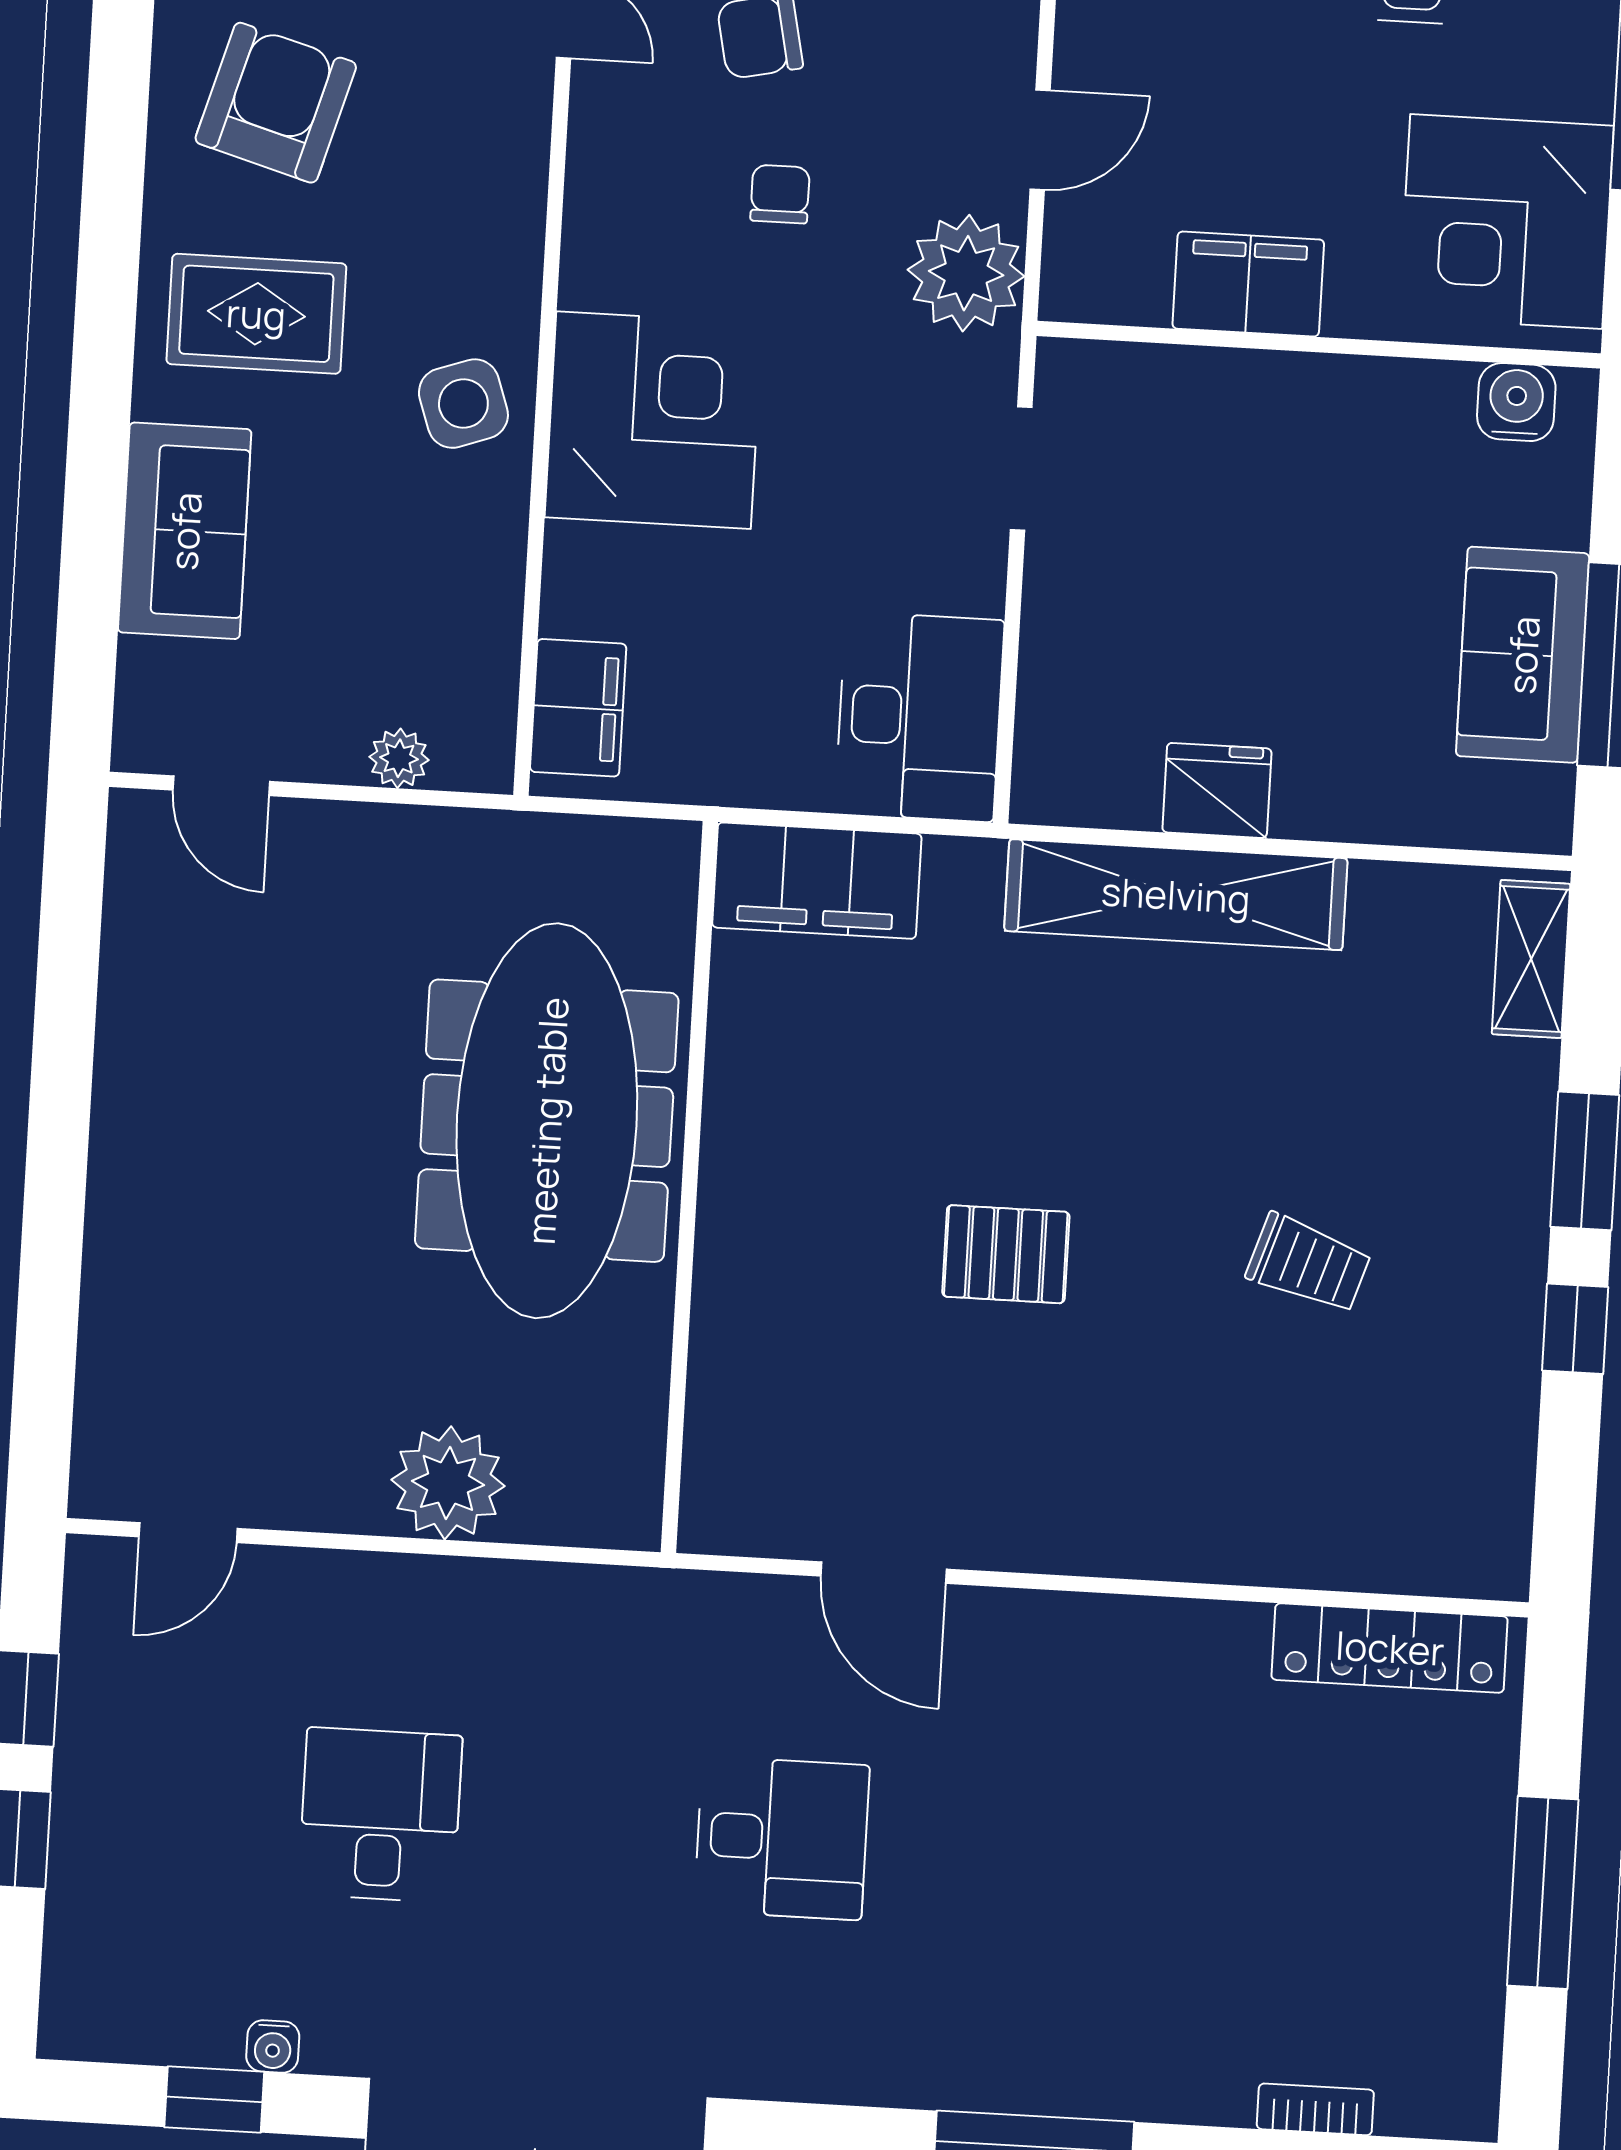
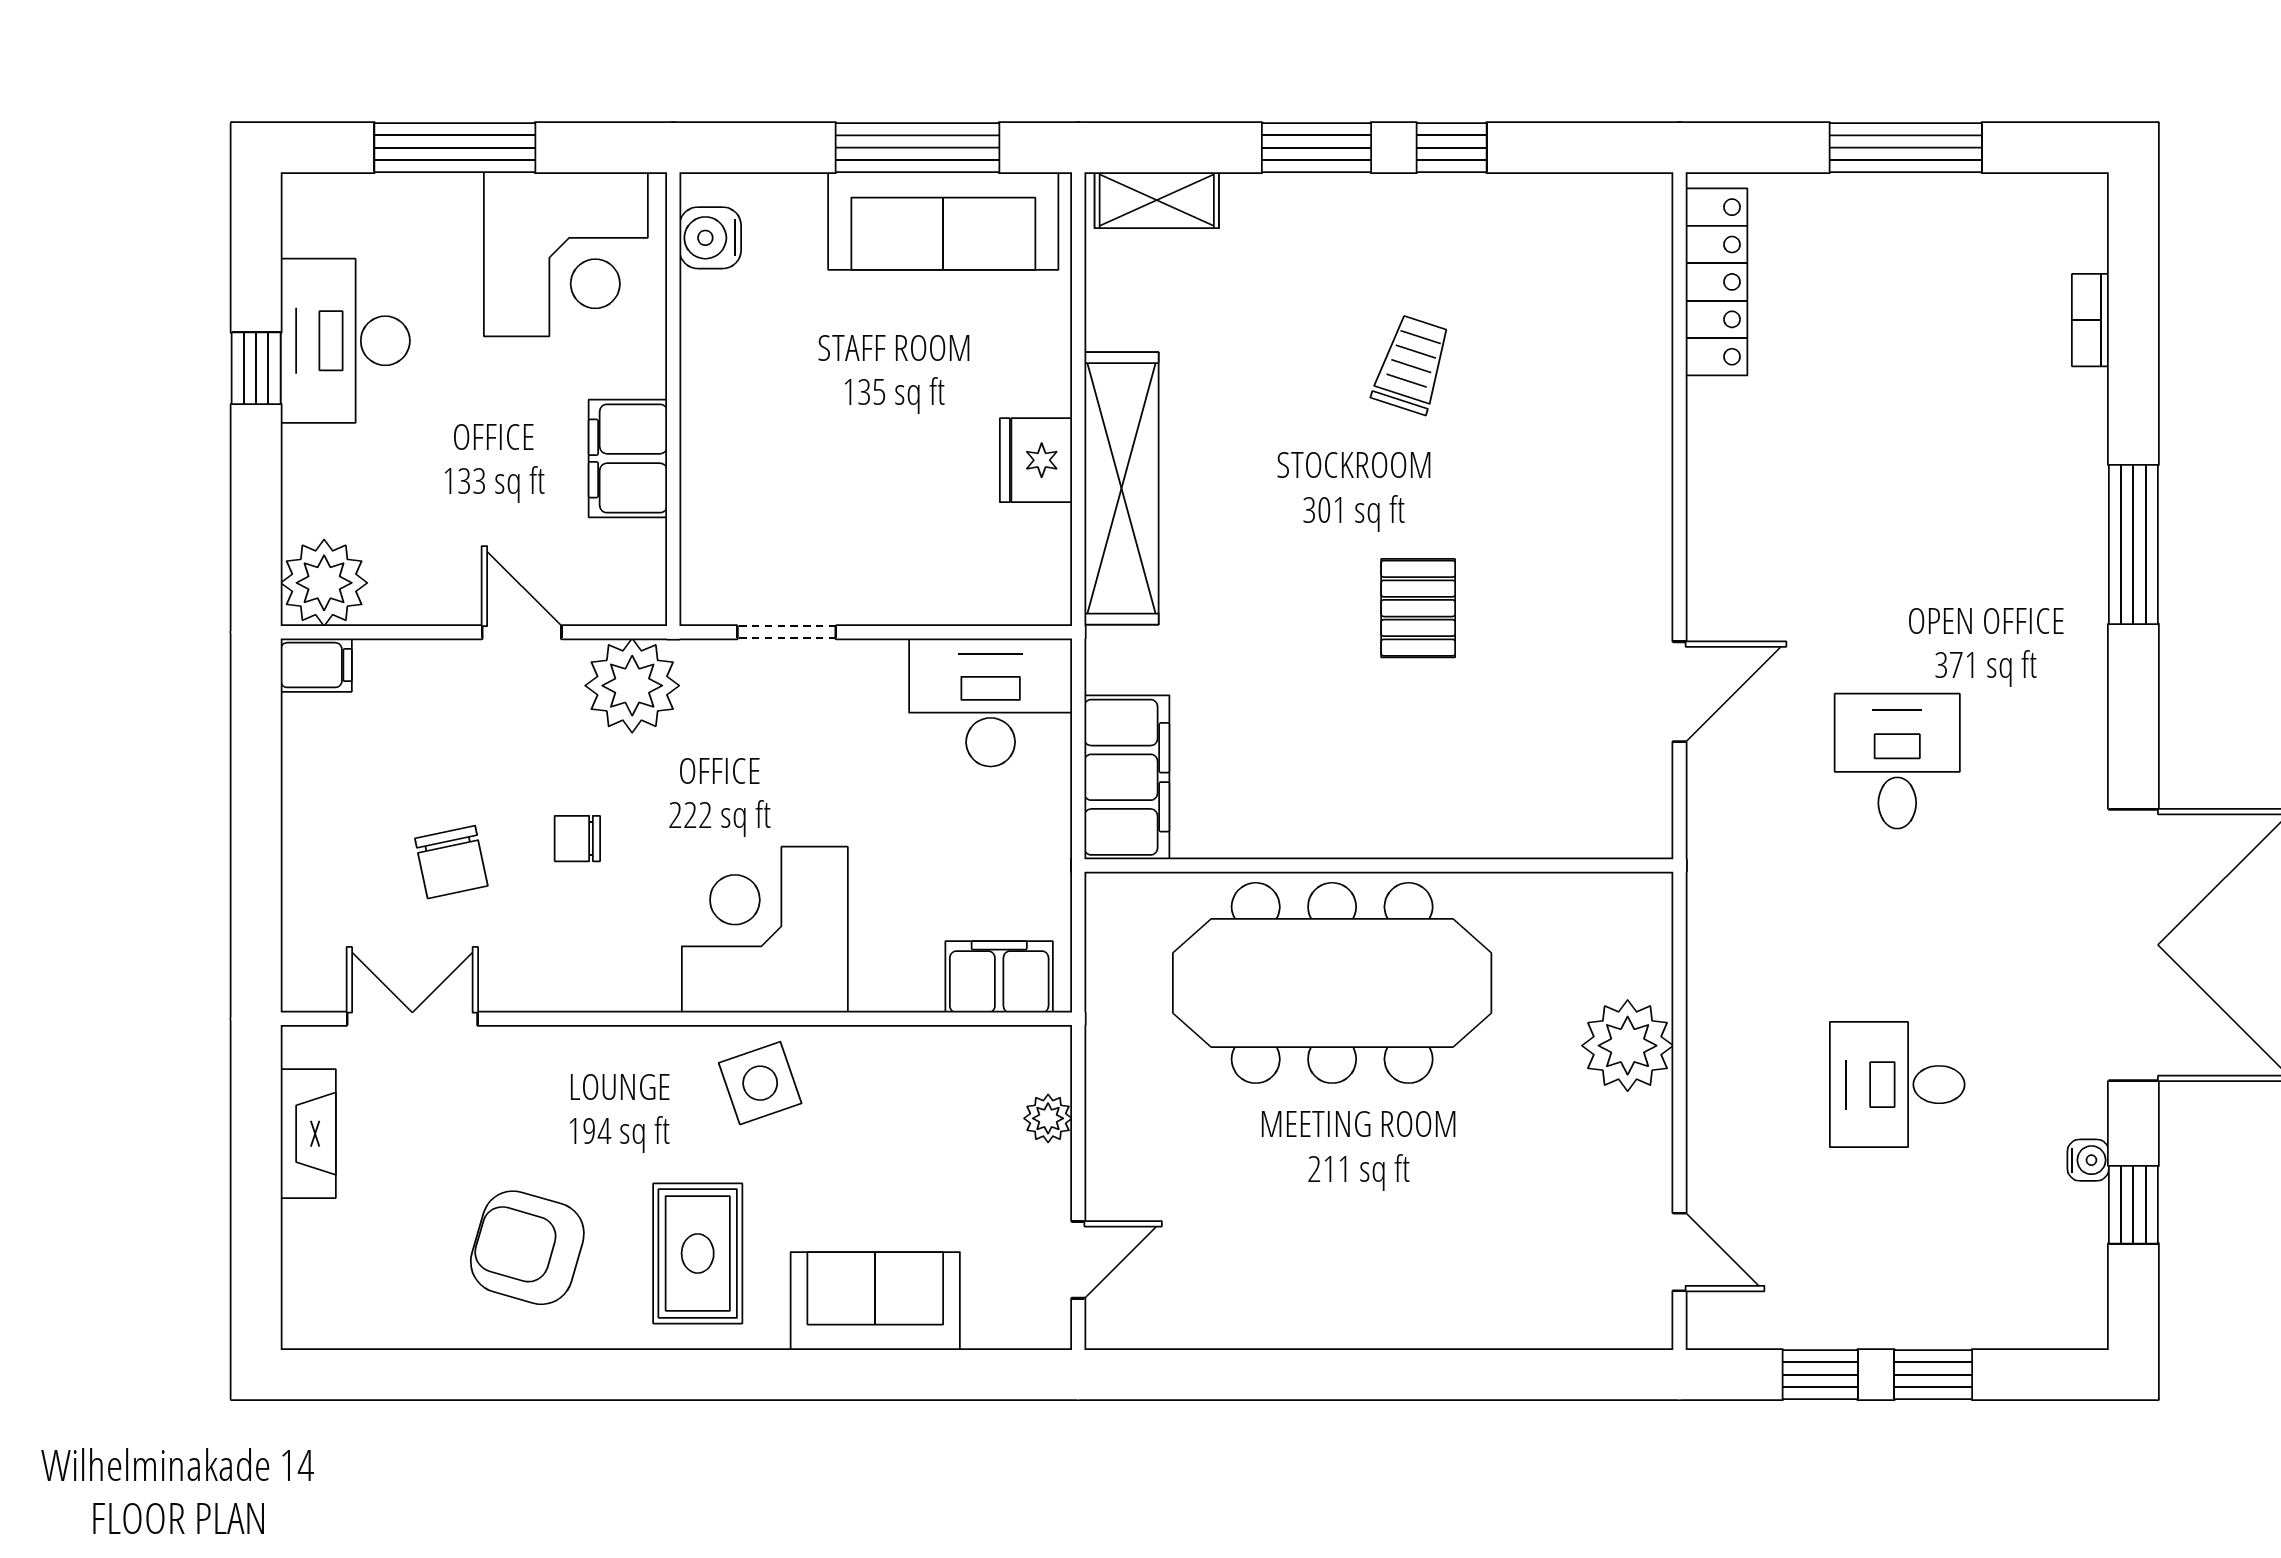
sofa: (1523, 655) -> (943, 221), width x1.36

